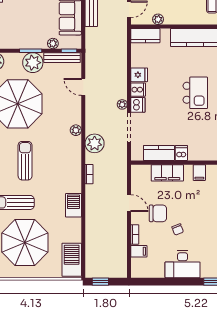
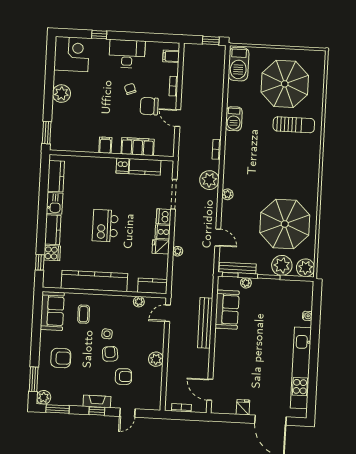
plant: (33, 63) -> (282, 265), moved
plant: (122, 104) -> (178, 251), moved
sun lounger: (25, 161) -> (280, 166), removed
filing cabinet: (139, 251) -> (171, 56), moved

